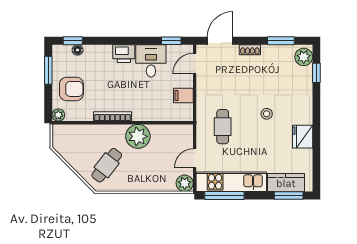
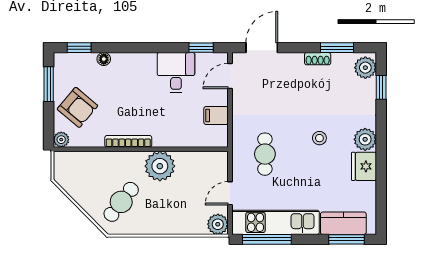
floor lamp: (78, 50) -> (104, 59), moved
shoe rack: (250, 50) -> (318, 59), moved
printer: (124, 54) -> (142, 63), removed
armchair: (71, 89) -> (77, 107), turned 40
plant: (304, 115) -> (365, 139), added

